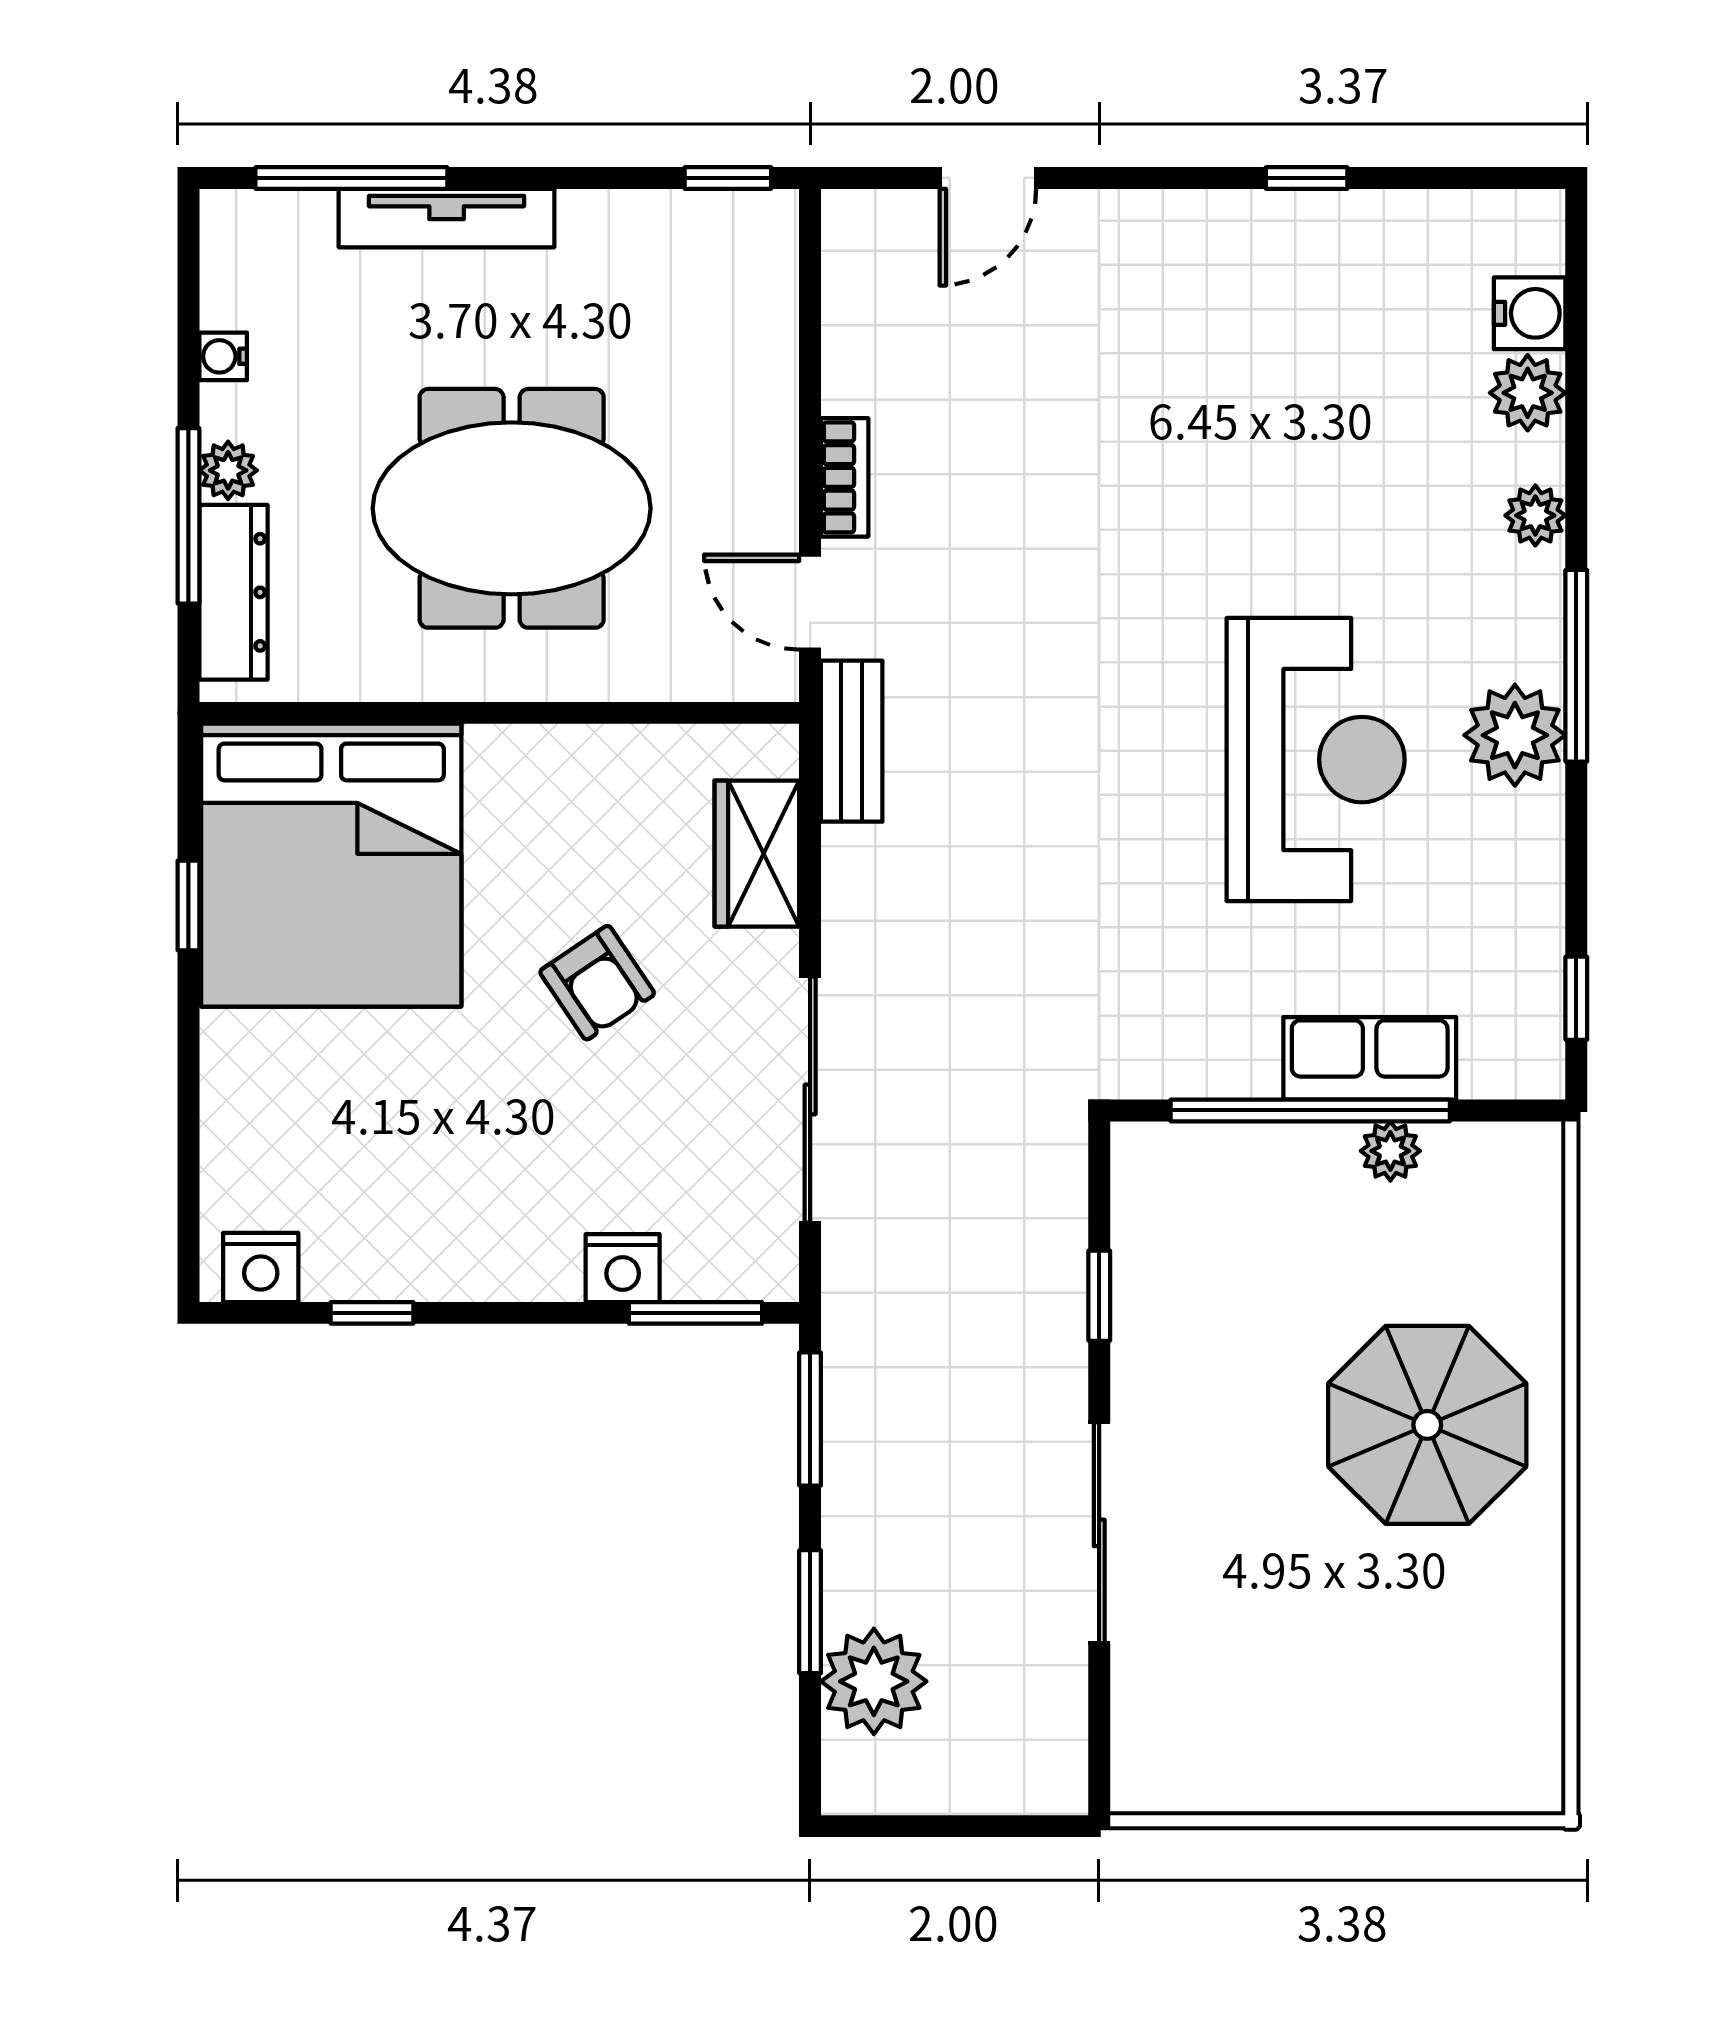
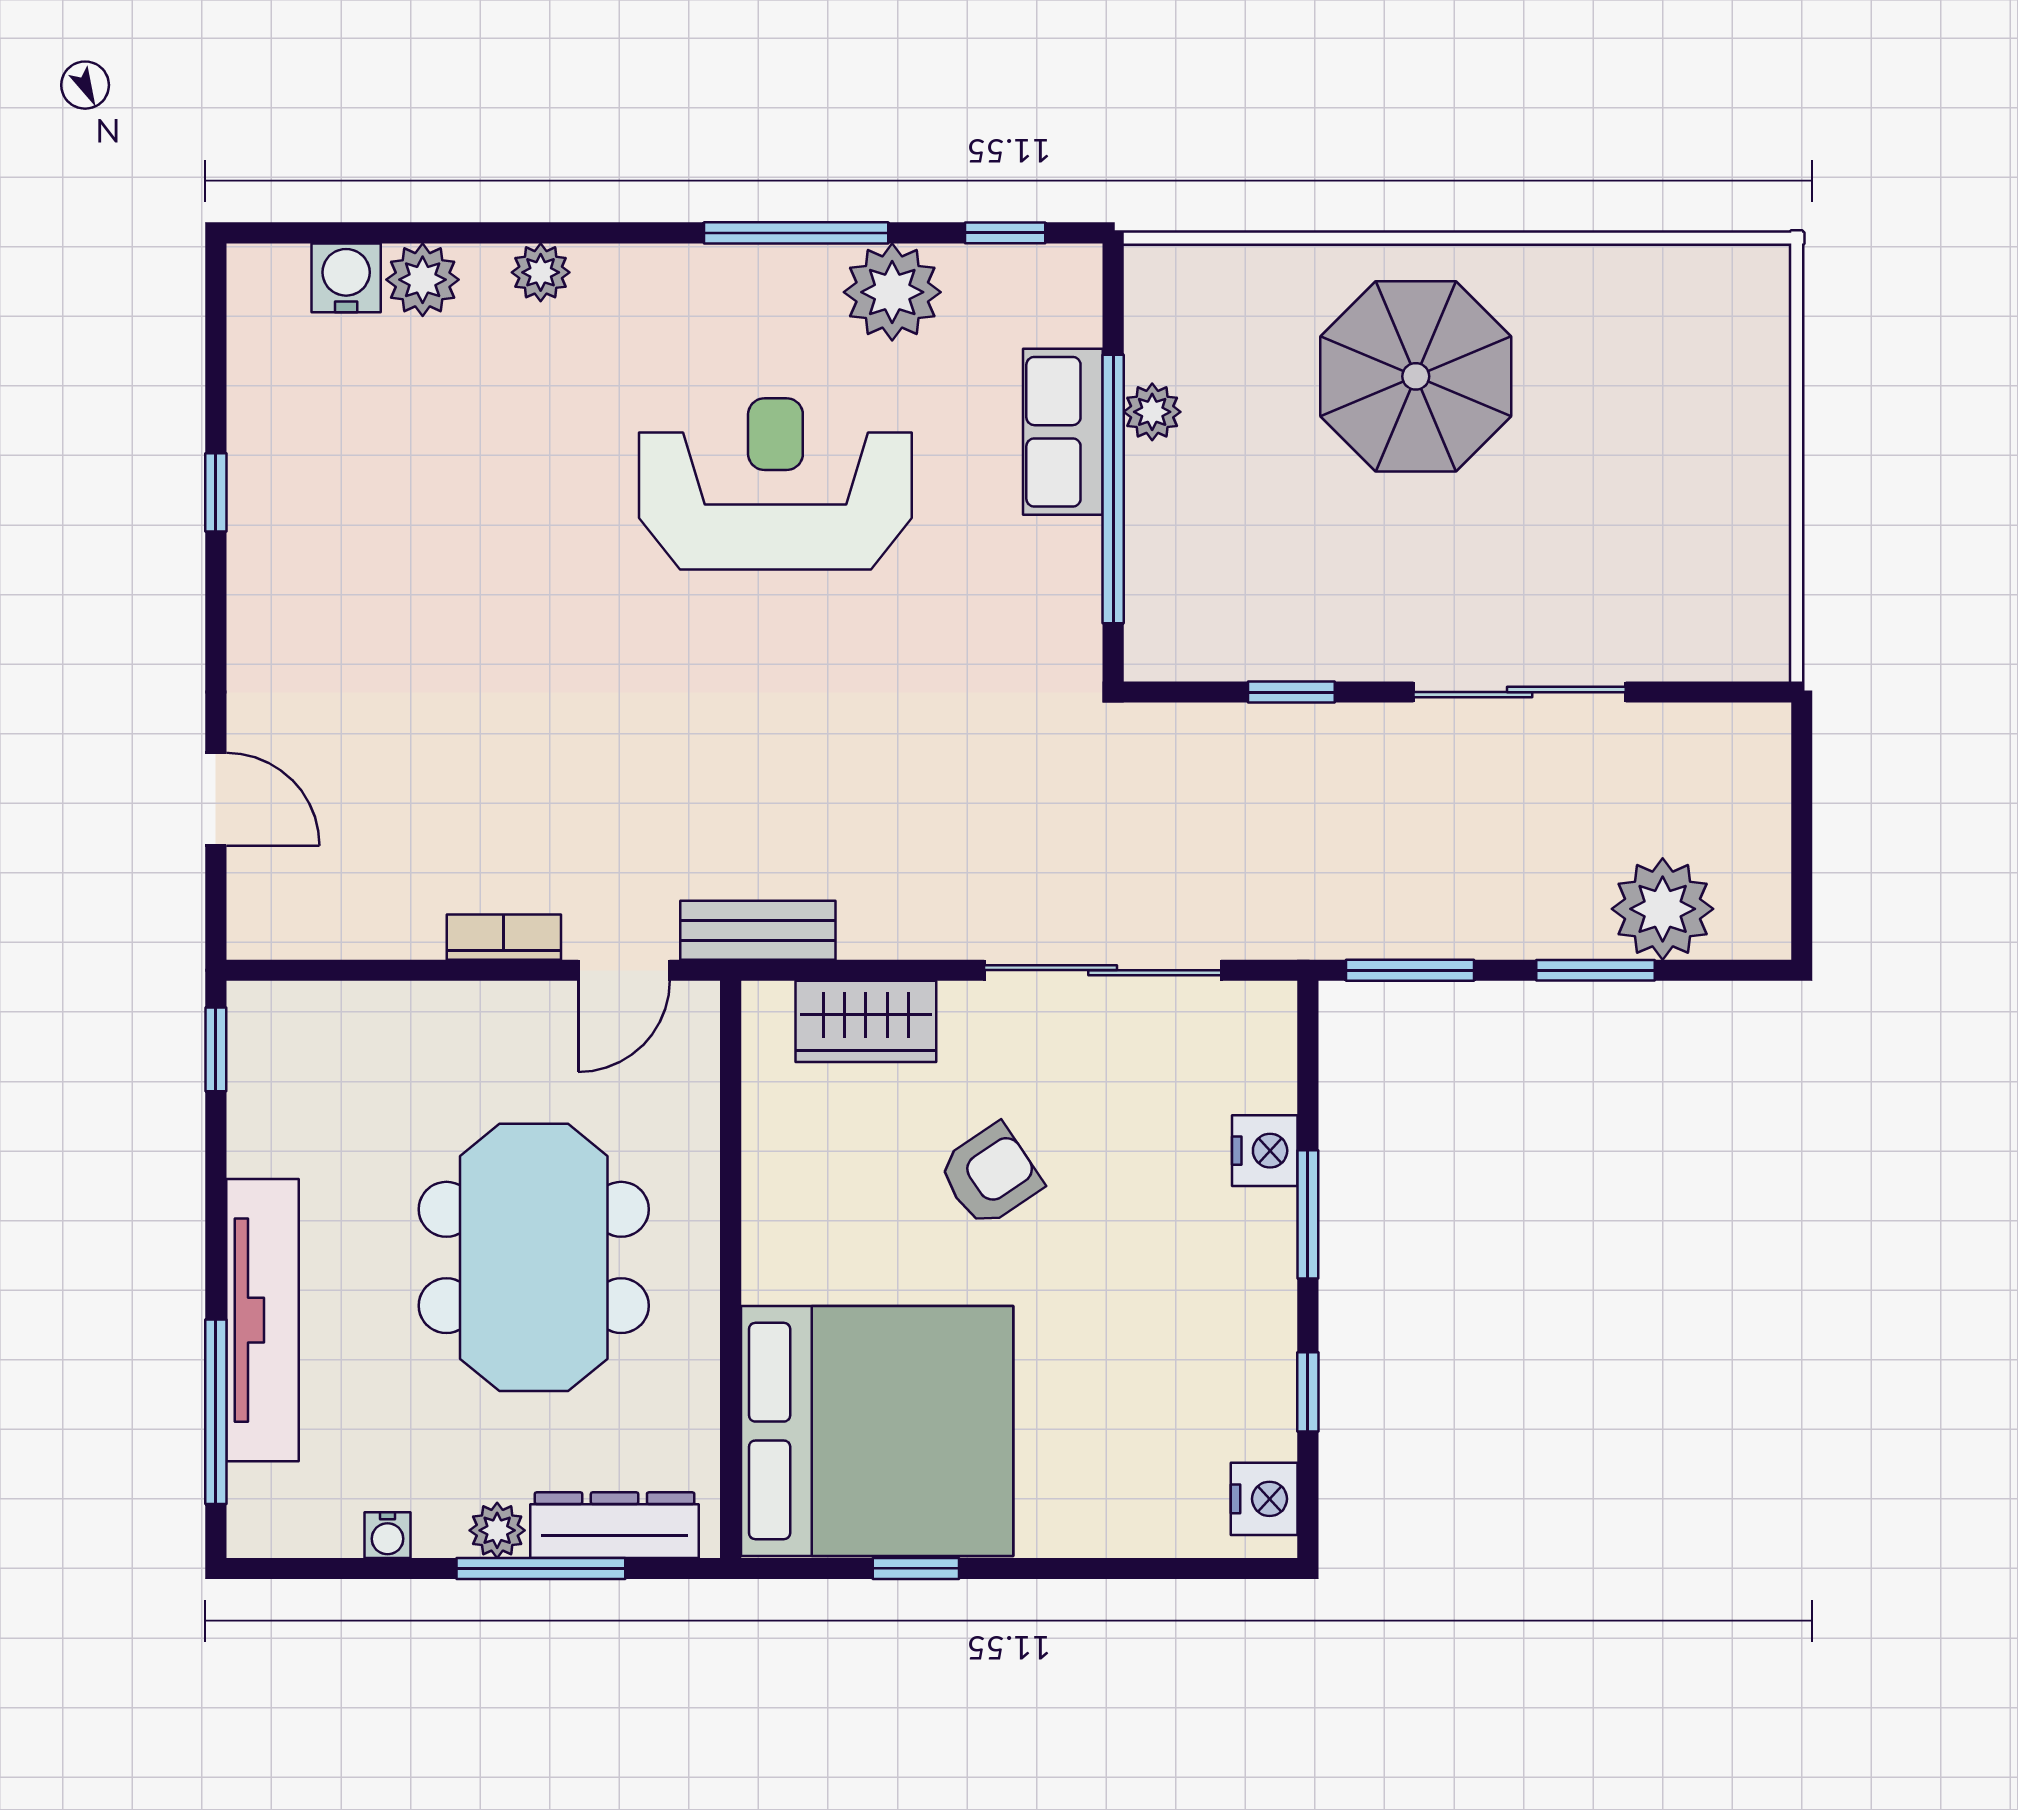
tv unit: (447, 218) -> (262, 1320), width x1.36, depth x1.29
window: (1576, 666) -> (796, 233), moved
plant: (1515, 735) -> (892, 292), moved
window: (696, 1313) -> (1308, 1214), moved

